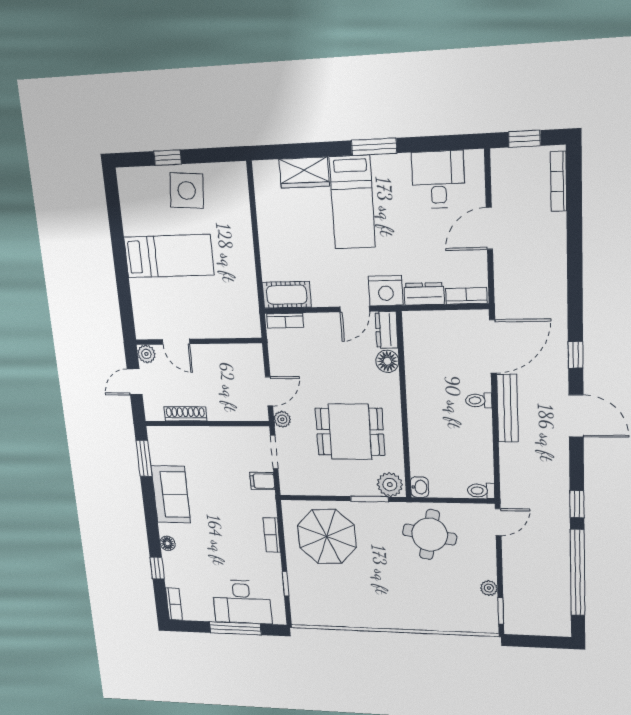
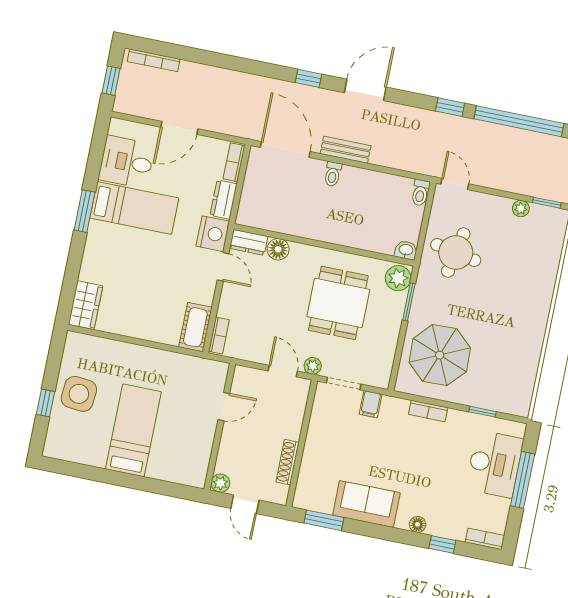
wardrobe: (304, 173) -> (85, 305), moved
bed: (352, 202) -> (134, 208), moved
door: (489, 228) -> (179, 128), hinge flipped
door: (176, 342) -> (224, 407), moved
bench: (508, 408) -> (346, 150), width x0.73

